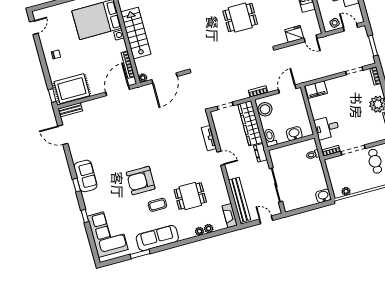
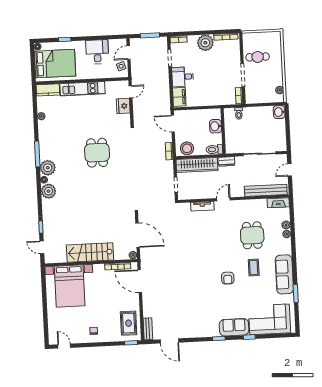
rug: (72, 89) -> (129, 323), width x0.73, depth x0.70
desk: (327, 128) -> (183, 77), moved, turned 90
door: (63, 135) -> (169, 341), hinge flipped
sofa: (85, 176) -> (234, 327), moved
armchair: (141, 181) -> (228, 278), width x0.53, depth x0.53

